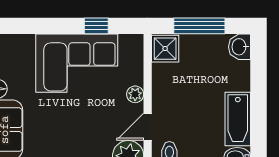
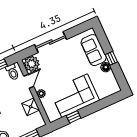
shower: (165, 49) -> (31, 107), moved

